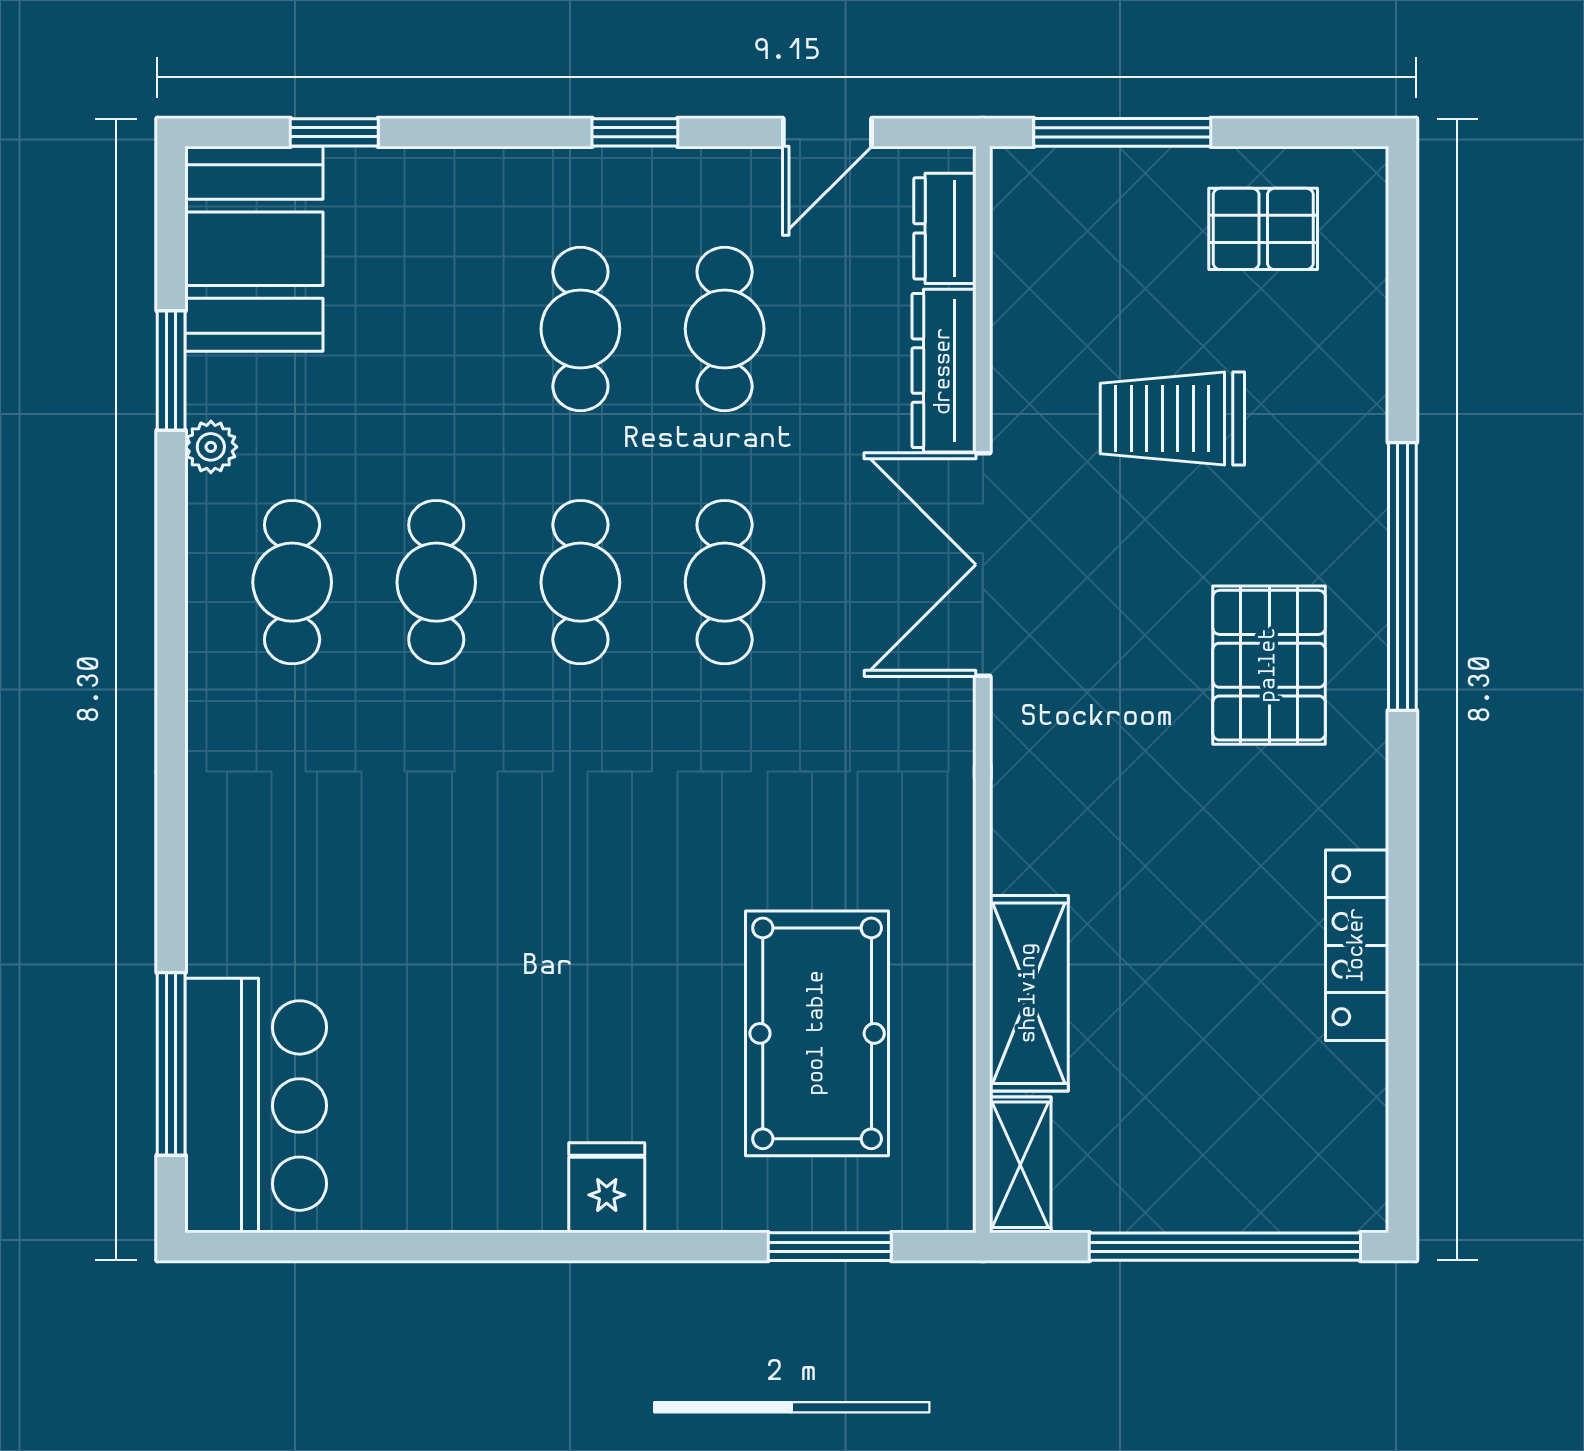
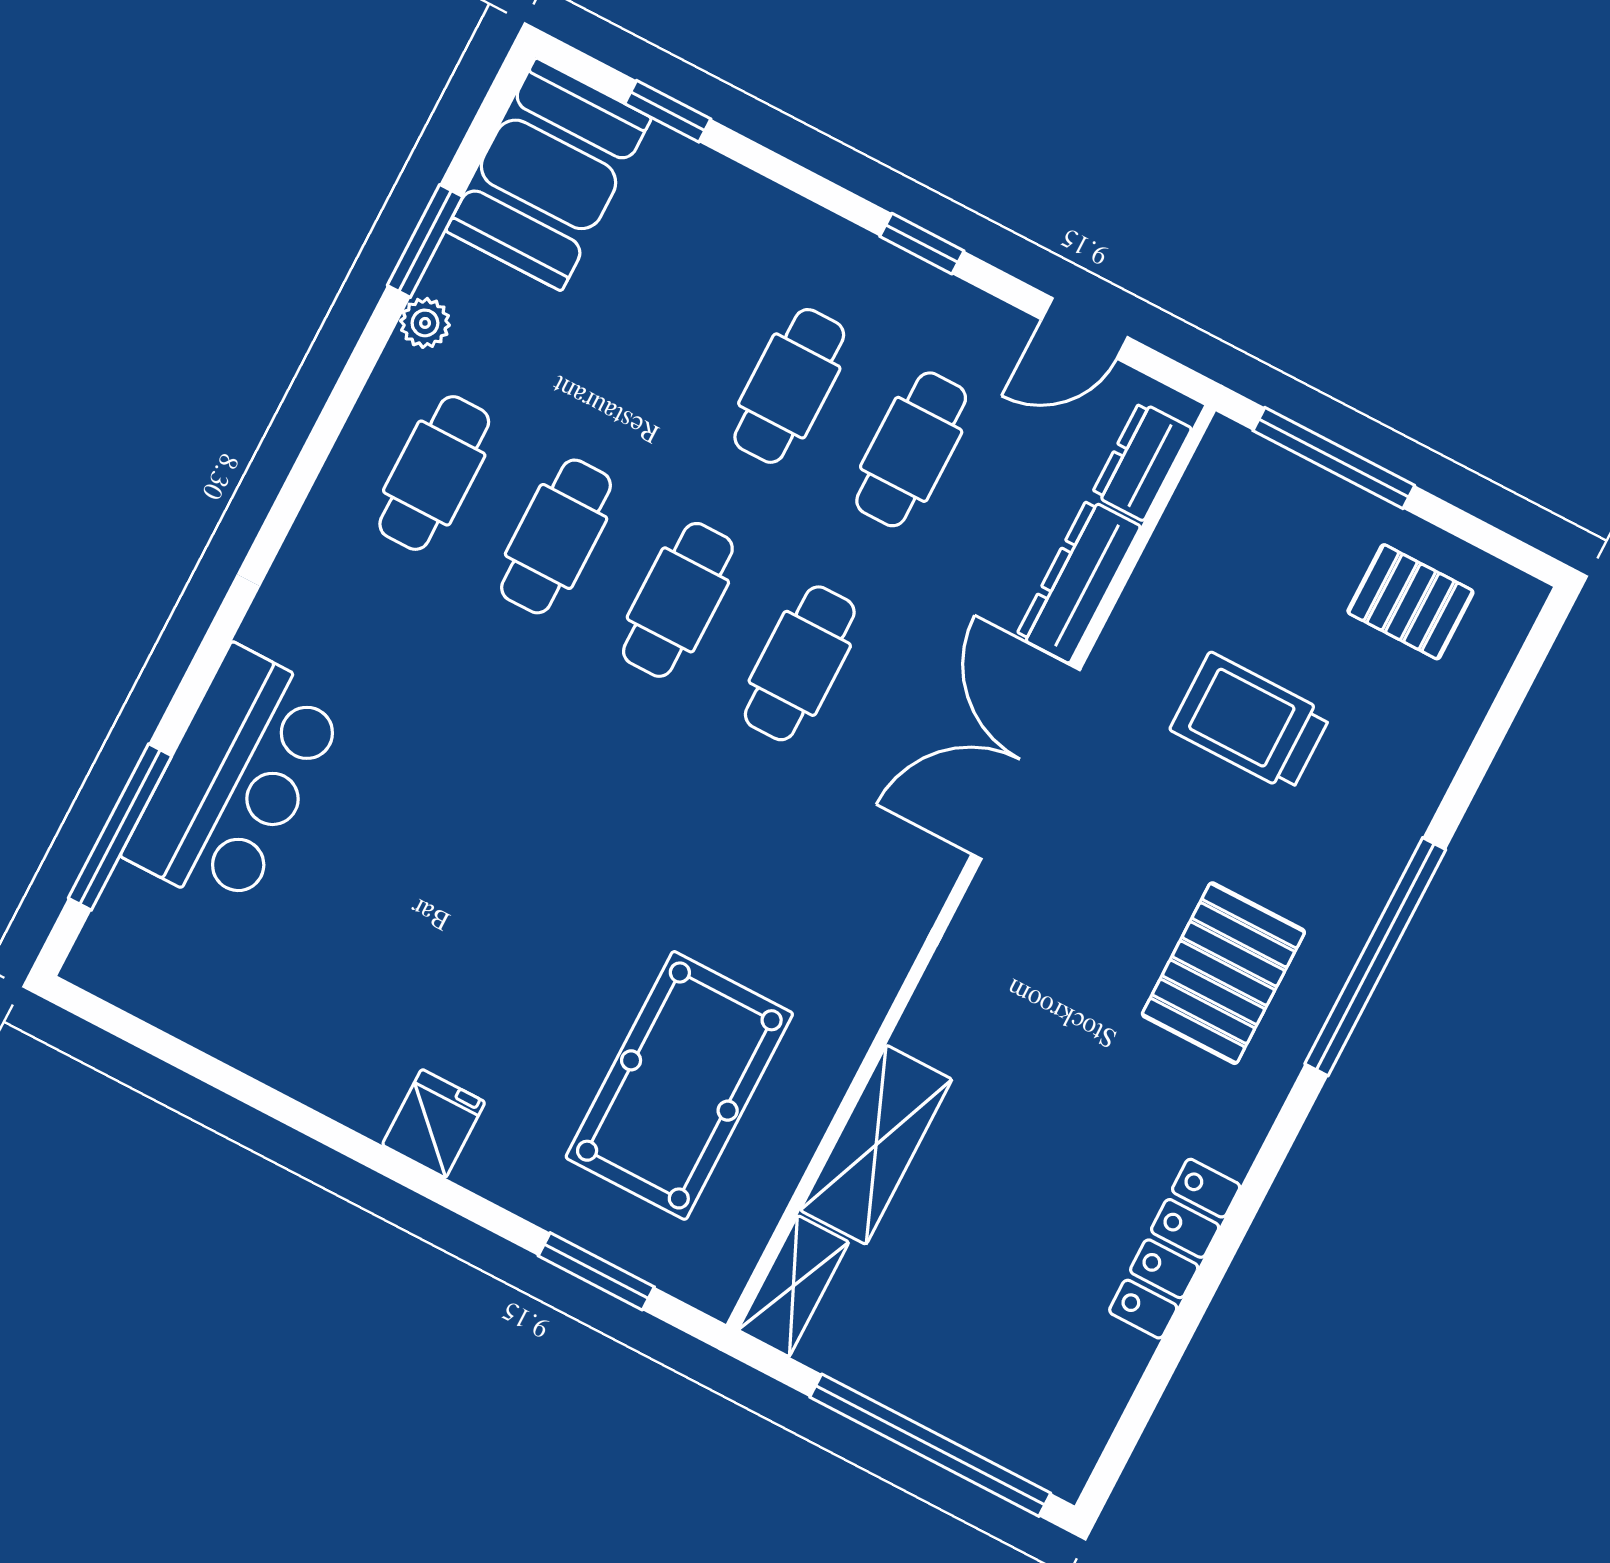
bar counter: (256, 1106) -> (235, 780), moved

